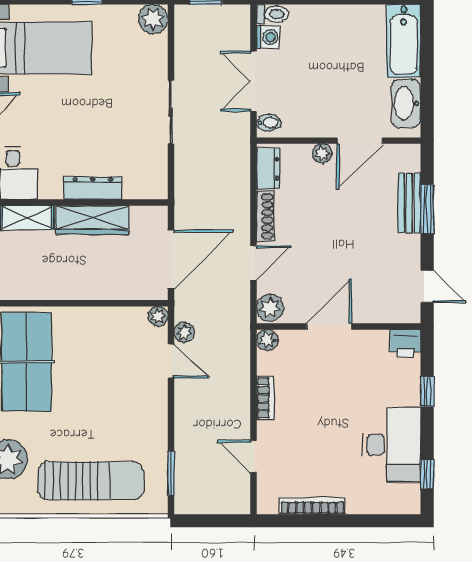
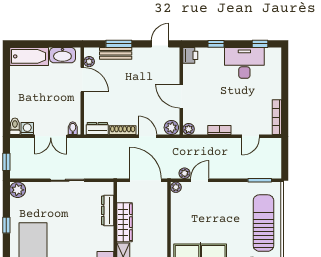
plant: (322, 153) -> (89, 62), moved
dresser: (93, 188) -> (108, 210), moved
bookcase: (312, 506) -> (277, 117), moved

